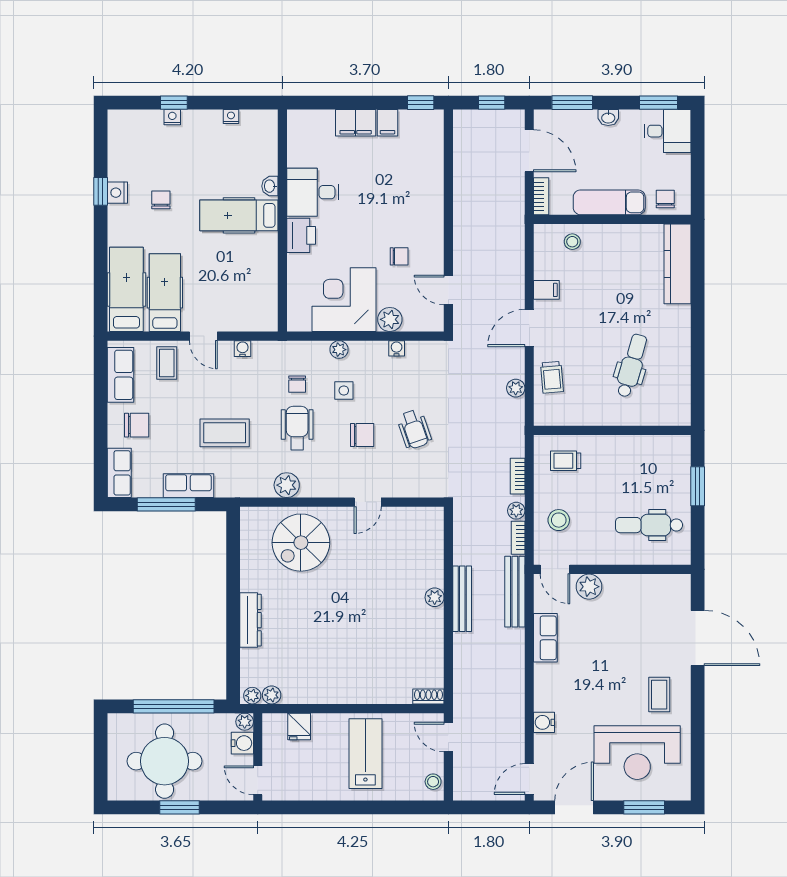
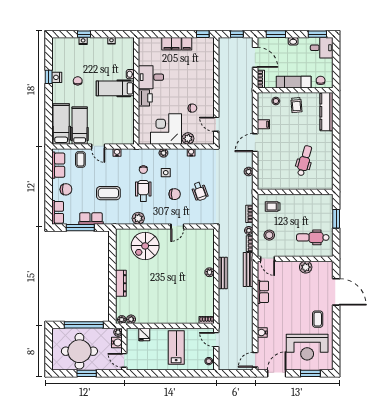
trolley: (552, 377) -> (296, 105), moved
plant: (589, 587) -> (306, 267), moved

